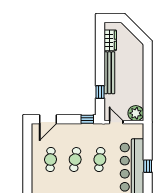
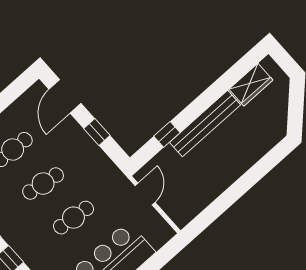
plant: (136, 113) -> (182, 210), removed
door: (48, 119) -> (65, 96), hinge flipped
window: (87, 119) -> (97, 132), moved

